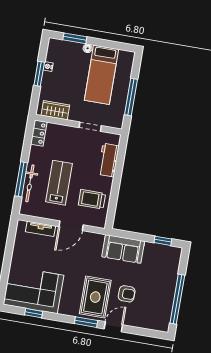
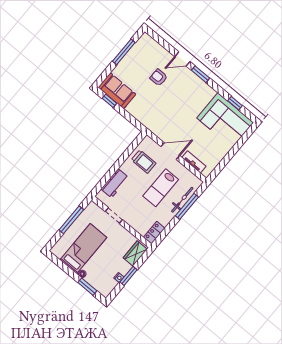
wardrobe: (55, 110) -> (135, 253), moved, turned 90
sofa: (123, 249) -> (117, 91), moved
rug: (95, 297) -> (183, 89), removed
window: (177, 299) -> (124, 52), width x0.68

